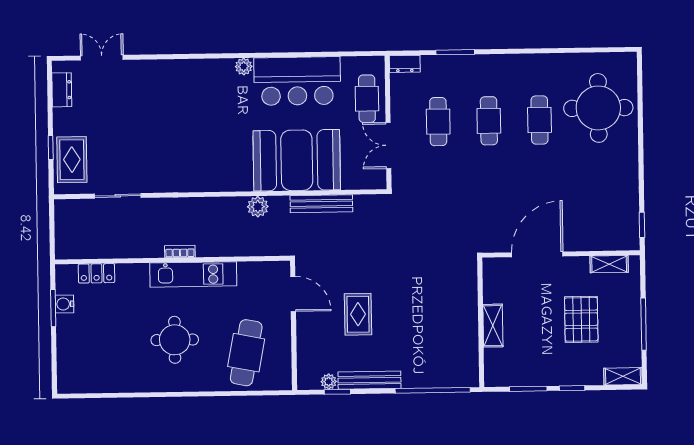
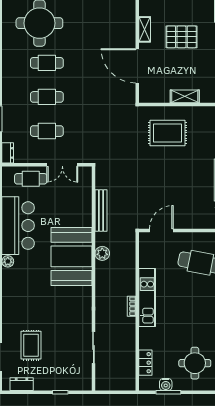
rug: (72, 160) -> (31, 345), moved, turned 90
booth: (297, 160) -> (71, 256), moved
shelving: (609, 264) -> (145, 29), moved
rug: (358, 314) -> (168, 133), moved, width x1.36, depth x1.43
round table: (175, 340) -> (195, 363), moved

